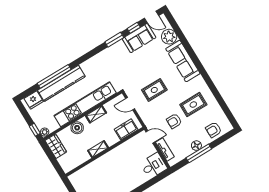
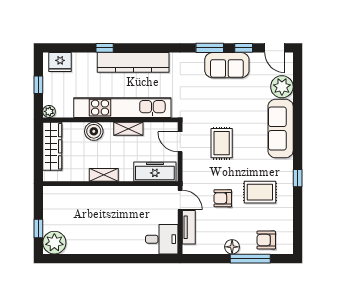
sofa: (139, 38) -> (227, 65), moved
window: (54, 76) -> (105, 48), width x0.32
kitchen counter: (61, 83) -> (133, 62), moved
window: (210, 83) -> (298, 178), added
rug: (154, 90) -> (222, 143), turned 90
freezer: (126, 129) -> (155, 172), width x1.40
window: (35, 130) -> (38, 85), moved
wardrobe: (56, 146) -> (52, 146), width x1.50
window: (199, 153) -> (250, 259), moved

